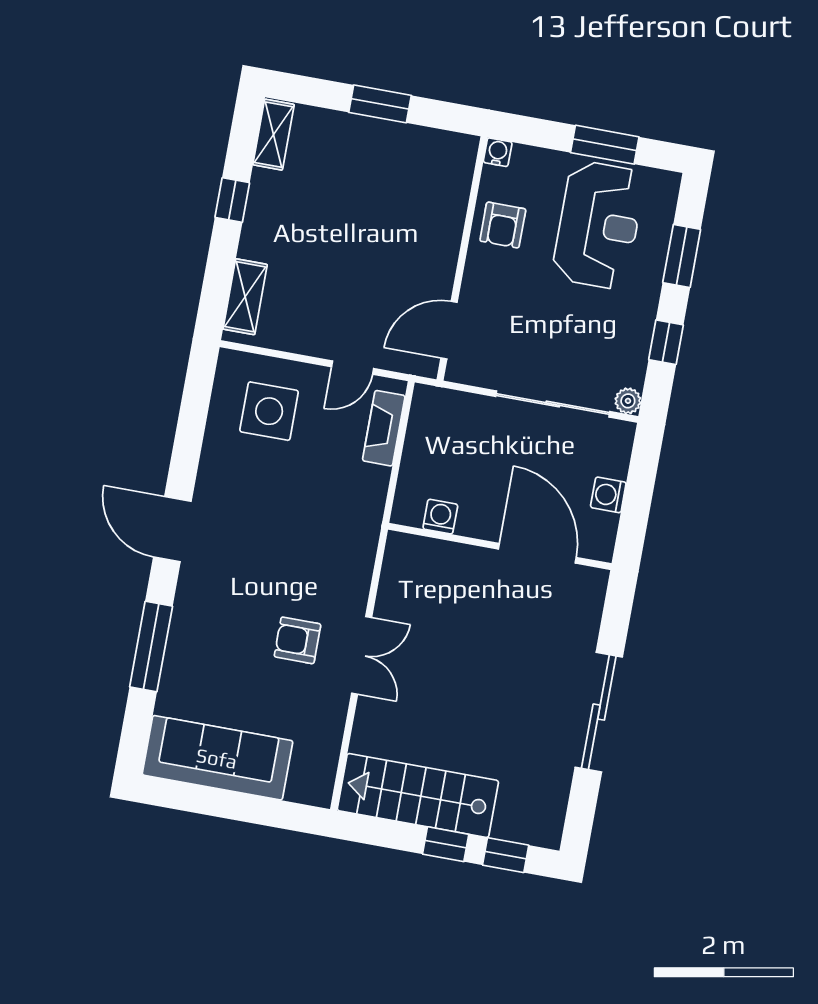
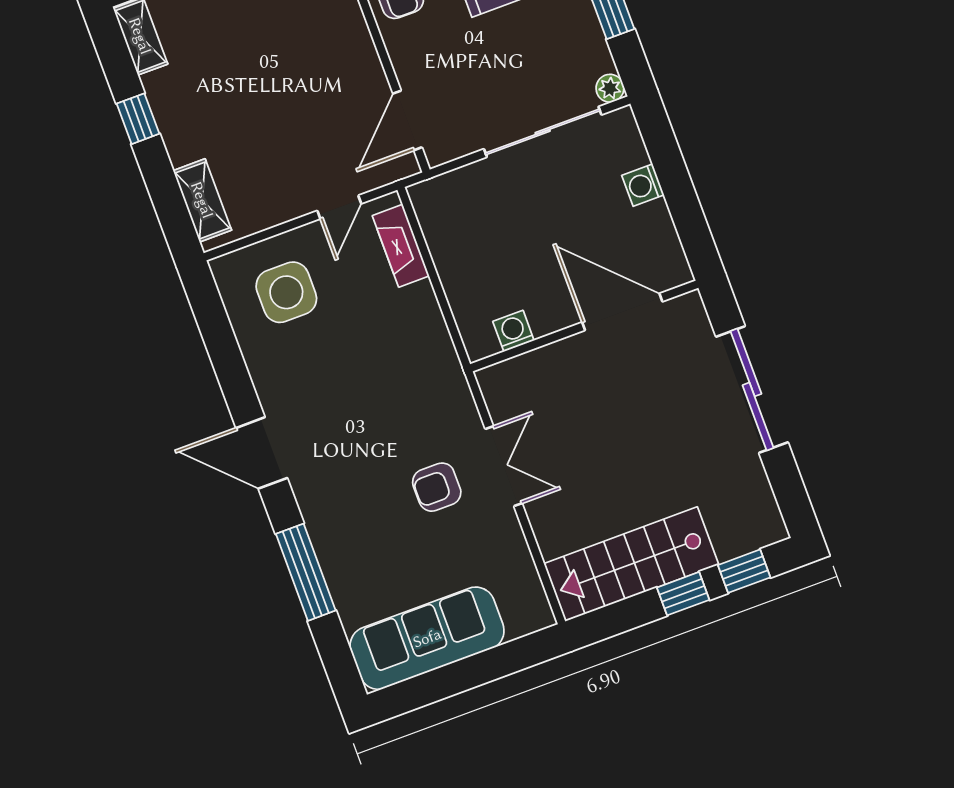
washing machine: (440, 517) -> (513, 331), moved
wall: (500, 546) -> (584, 326), moved
door: (537, 553) -> (622, 312), moved

